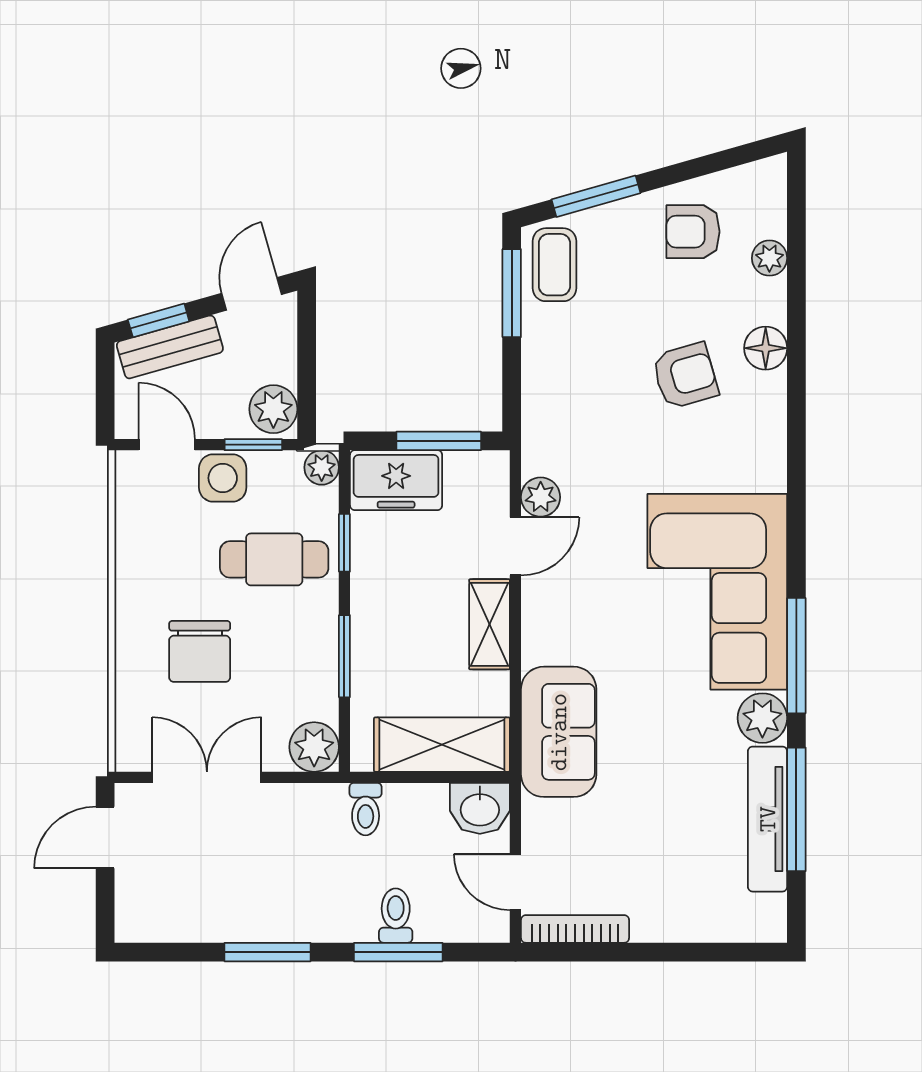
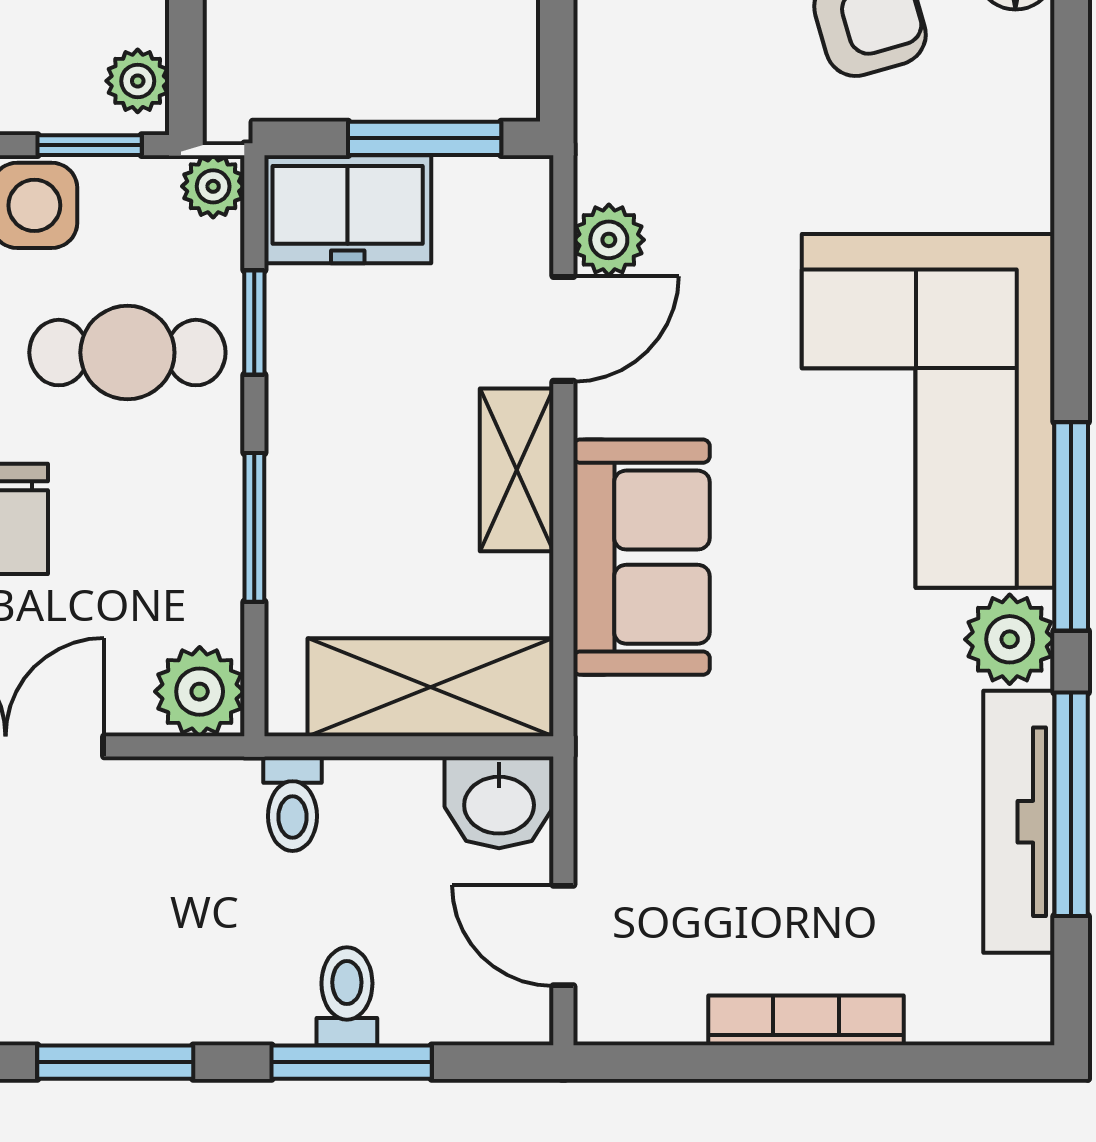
plant: (273, 409) -> (138, 81), width x0.73, depth x0.73
sofa: (559, 732) -> (642, 557), moved
bookcase: (575, 929) -> (806, 1020), moved

